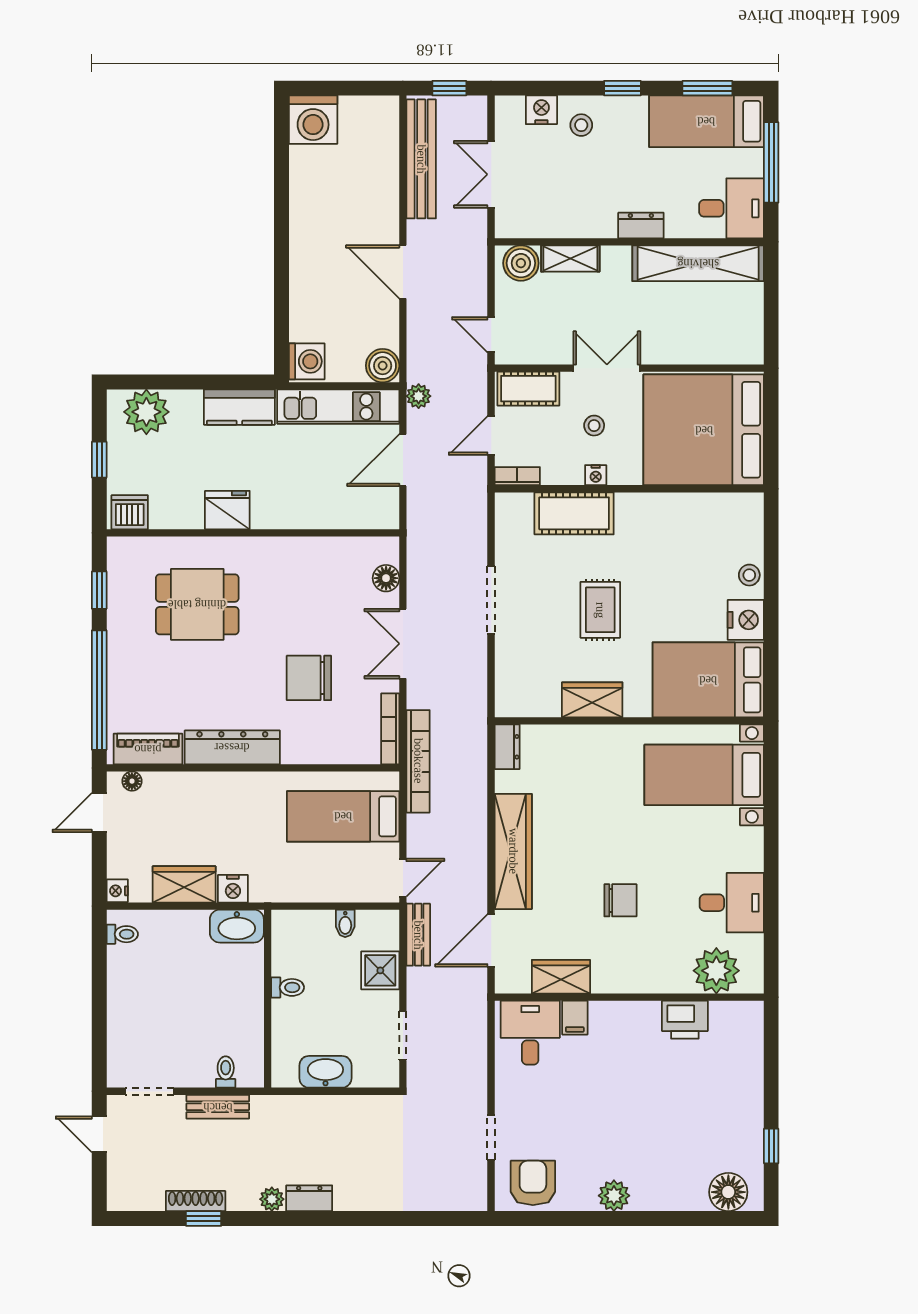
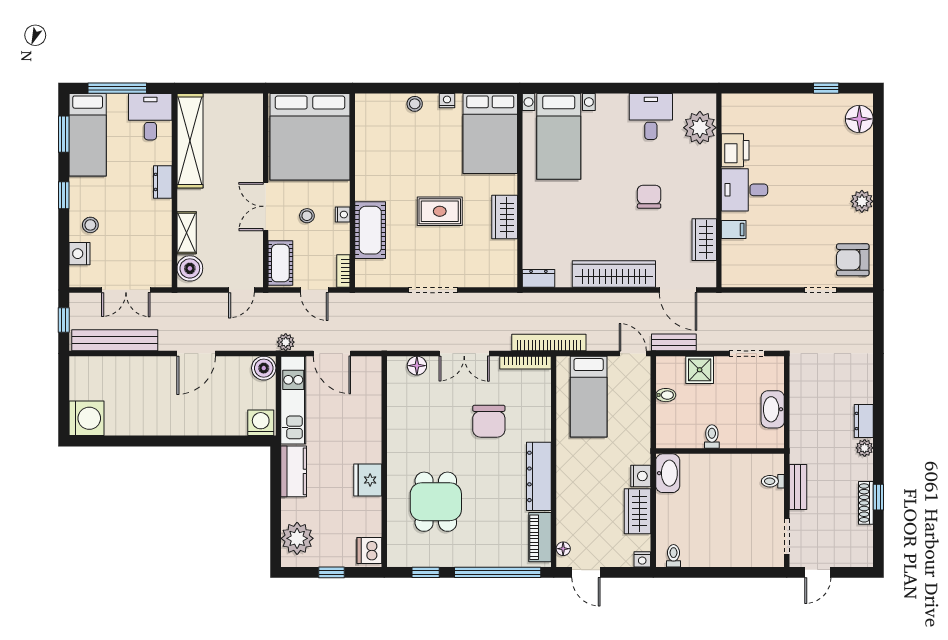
nightstand: (746, 620) -> (447, 101), width x0.53, depth x0.56
desk: (530, 1033) -> (744, 190), moved

